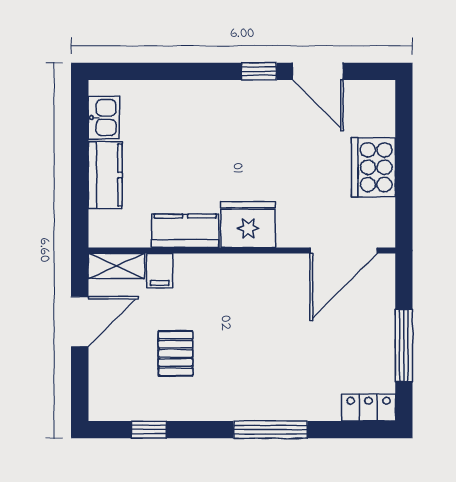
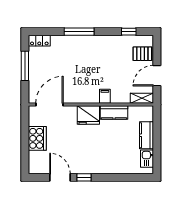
filing cabinet: (160, 271) -> (105, 96), moved
pallet: (176, 353) -> (142, 54), moved, turned 90

